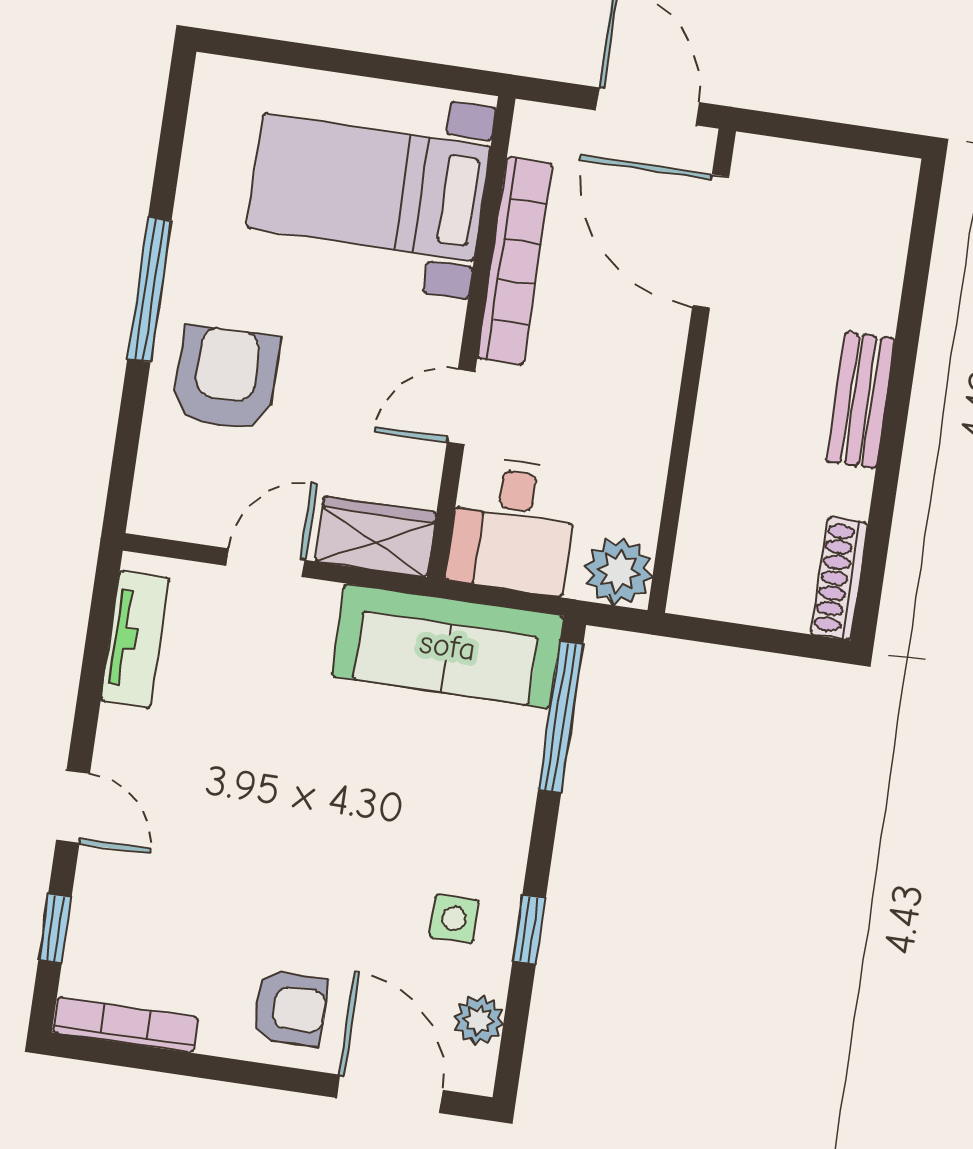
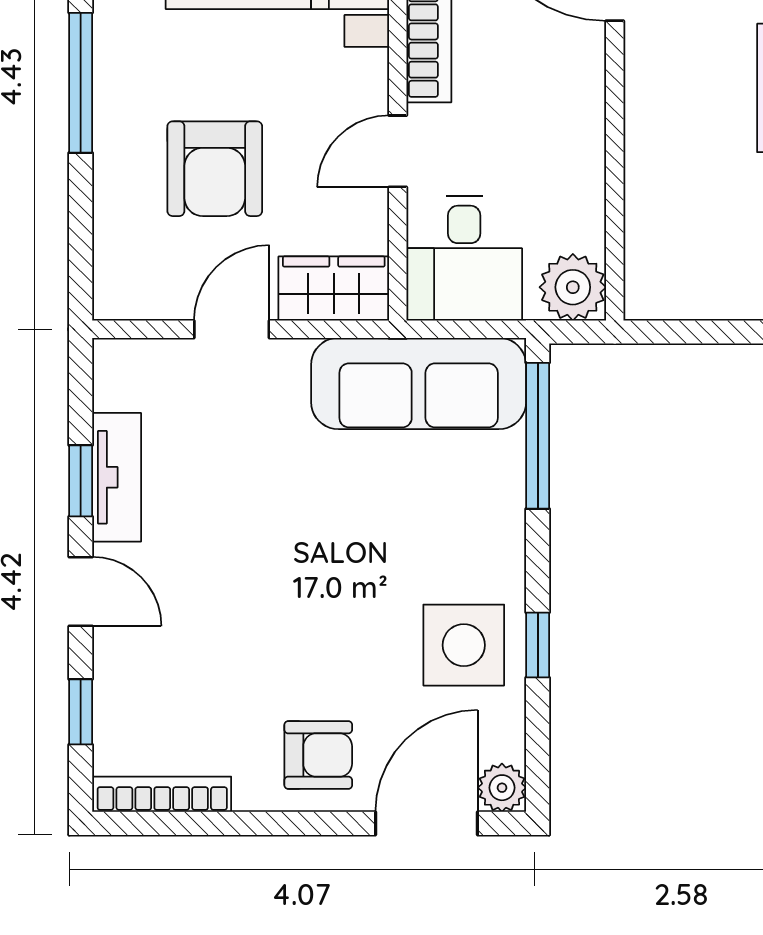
armchair: (226, 378) -> (215, 169), moved, turned 180
tv unit: (135, 639) -> (117, 477), moved
window: (90, 694) -> (81, 481), added
side table: (454, 918) -> (464, 645), width x1.87, depth x1.87
plant: (479, 1020) -> (502, 788), moved
door: (390, 1094) -> (427, 823), hinge flipped

